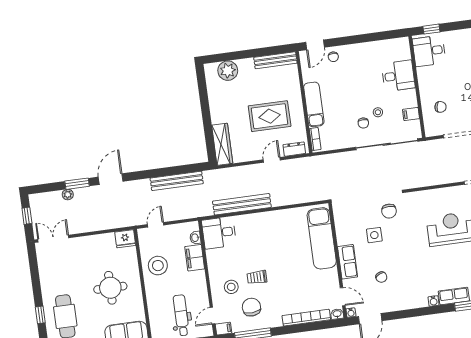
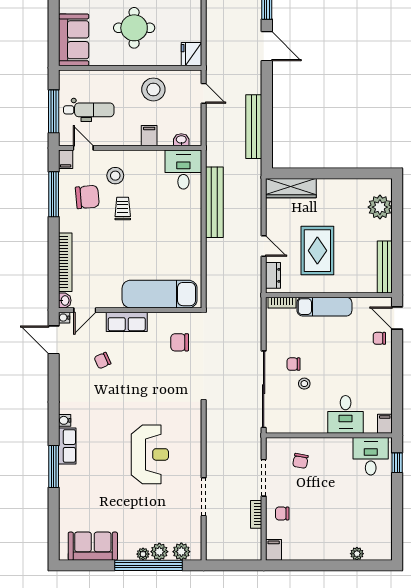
filing cabinet: (411, 114) -> (385, 424), moved
chair: (389, 211) -> (180, 342), moved
side table: (374, 235) -> (155, 359), removed
filing cabinet: (195, 258) -> (149, 136), width x0.50

